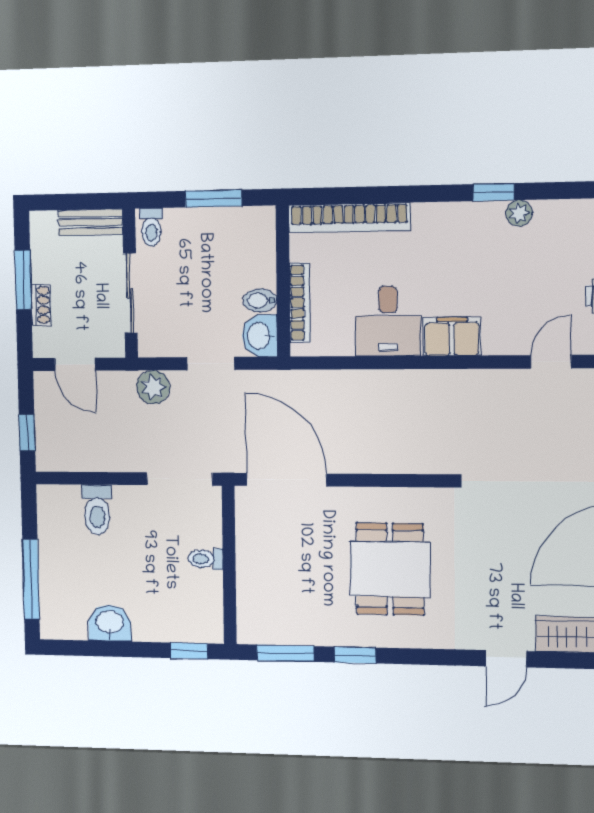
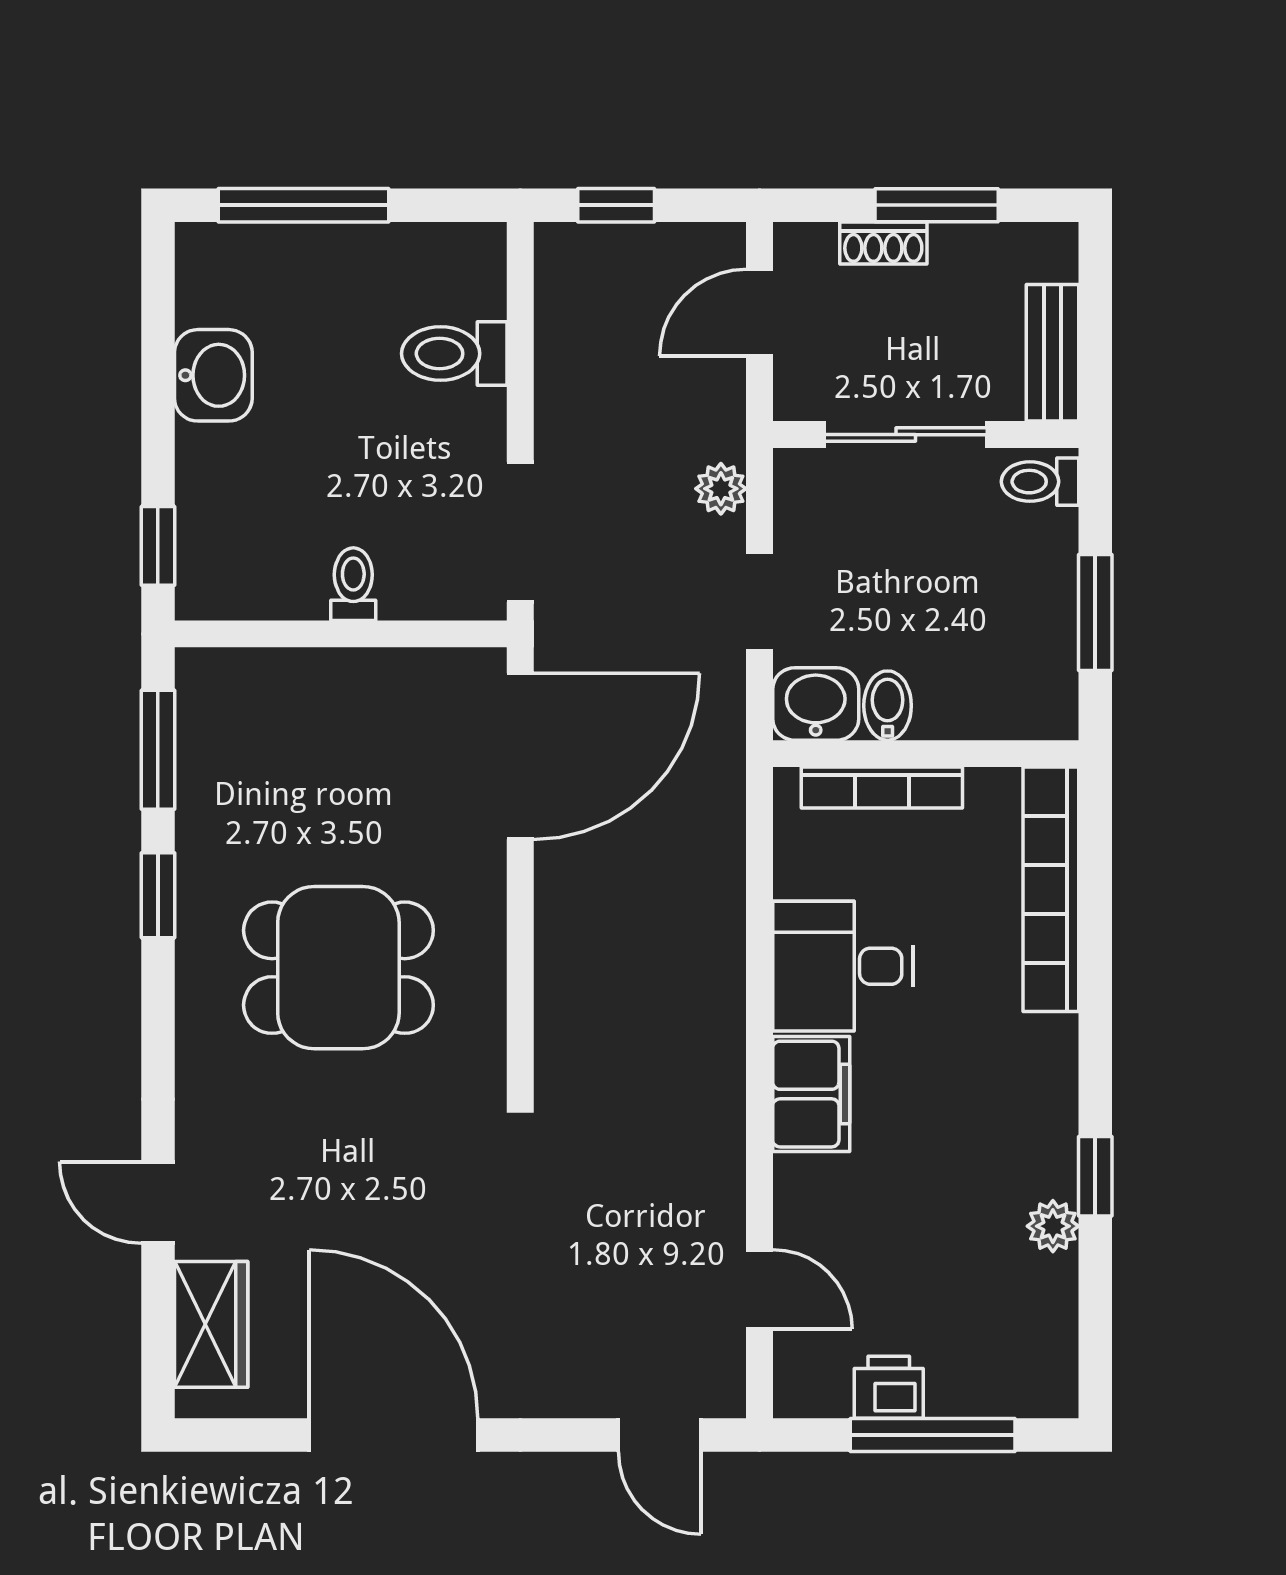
plant: (153, 387) -> (721, 489), width x0.73, depth x0.73

